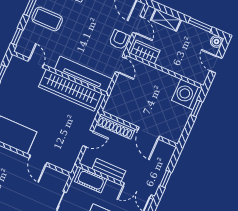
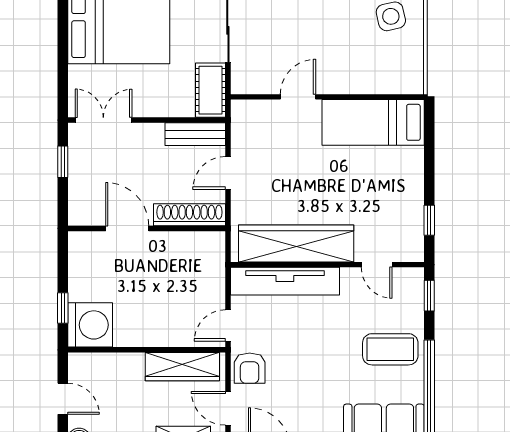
wardrobe: (145, 52) -> (182, 367), width x1.50
door: (120, 65) -> (228, 325), hinge flipped
door: (38, 160) -> (298, 97), hinge flipped
bench: (109, 170) -> (195, 134), moved
cot: (91, 180) -> (210, 90), moved, turned 90

